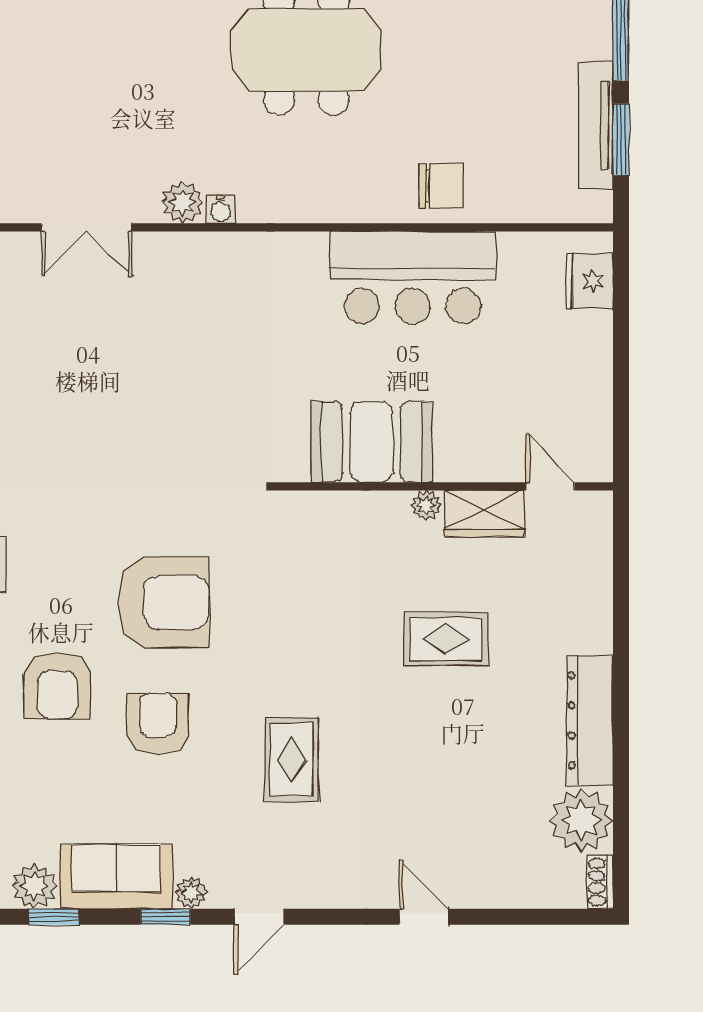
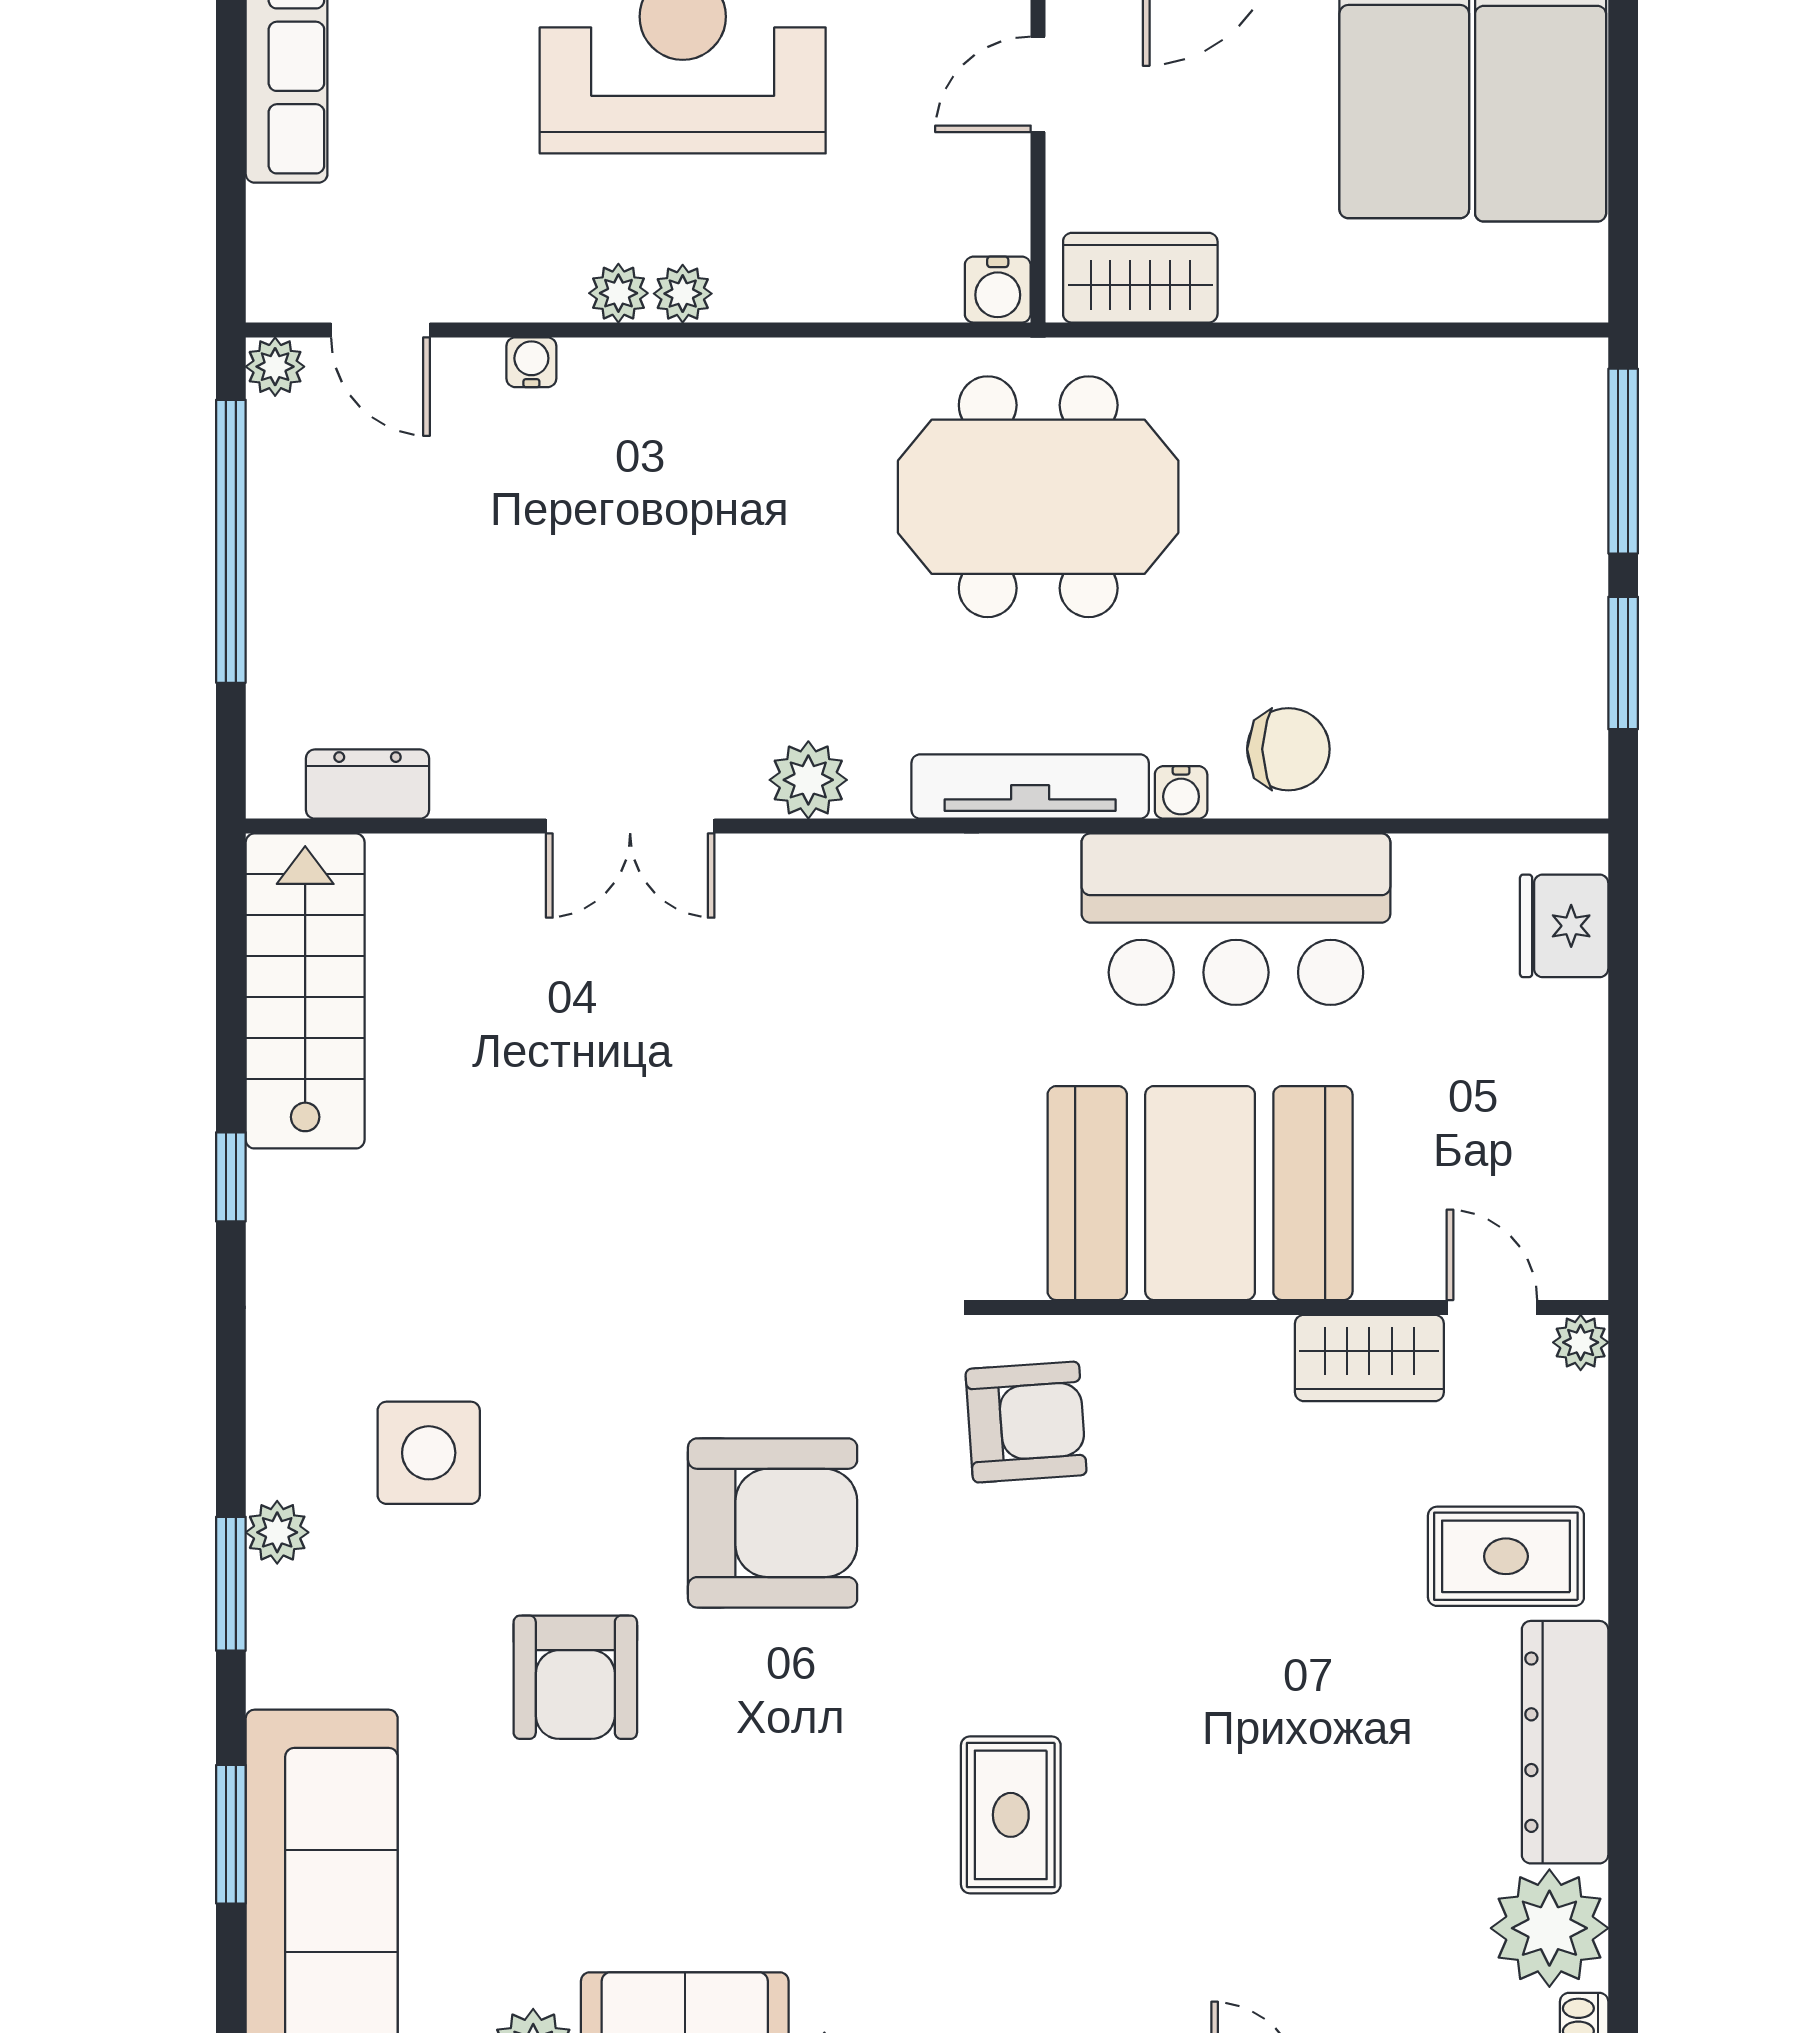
tv unit: (596, 125) -> (1030, 787), moved, turned 90
water cooler: (221, 209) -> (1181, 792), moved
booth: (372, 442) -> (1200, 1193), width x1.36, depth x1.42
plant: (426, 505) -> (1581, 1342), moved
rug: (446, 639) -> (1506, 1556), moved
armchair: (158, 723) -> (1026, 1422), moved, turned 86

